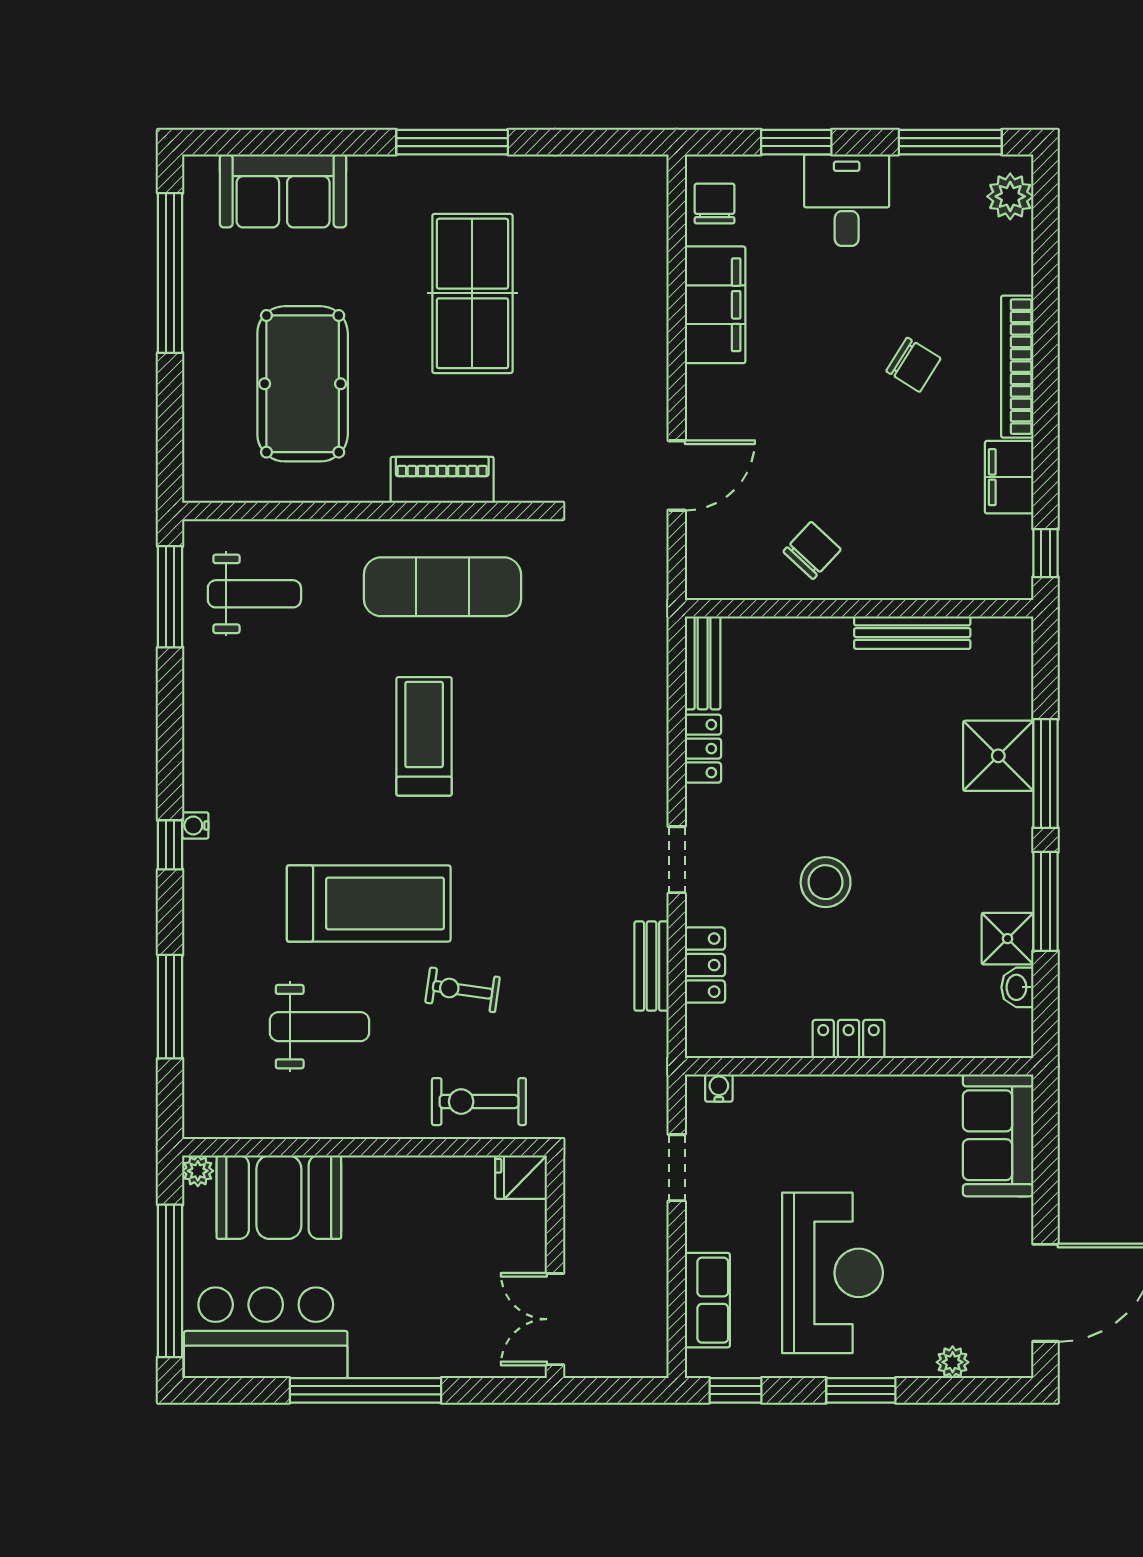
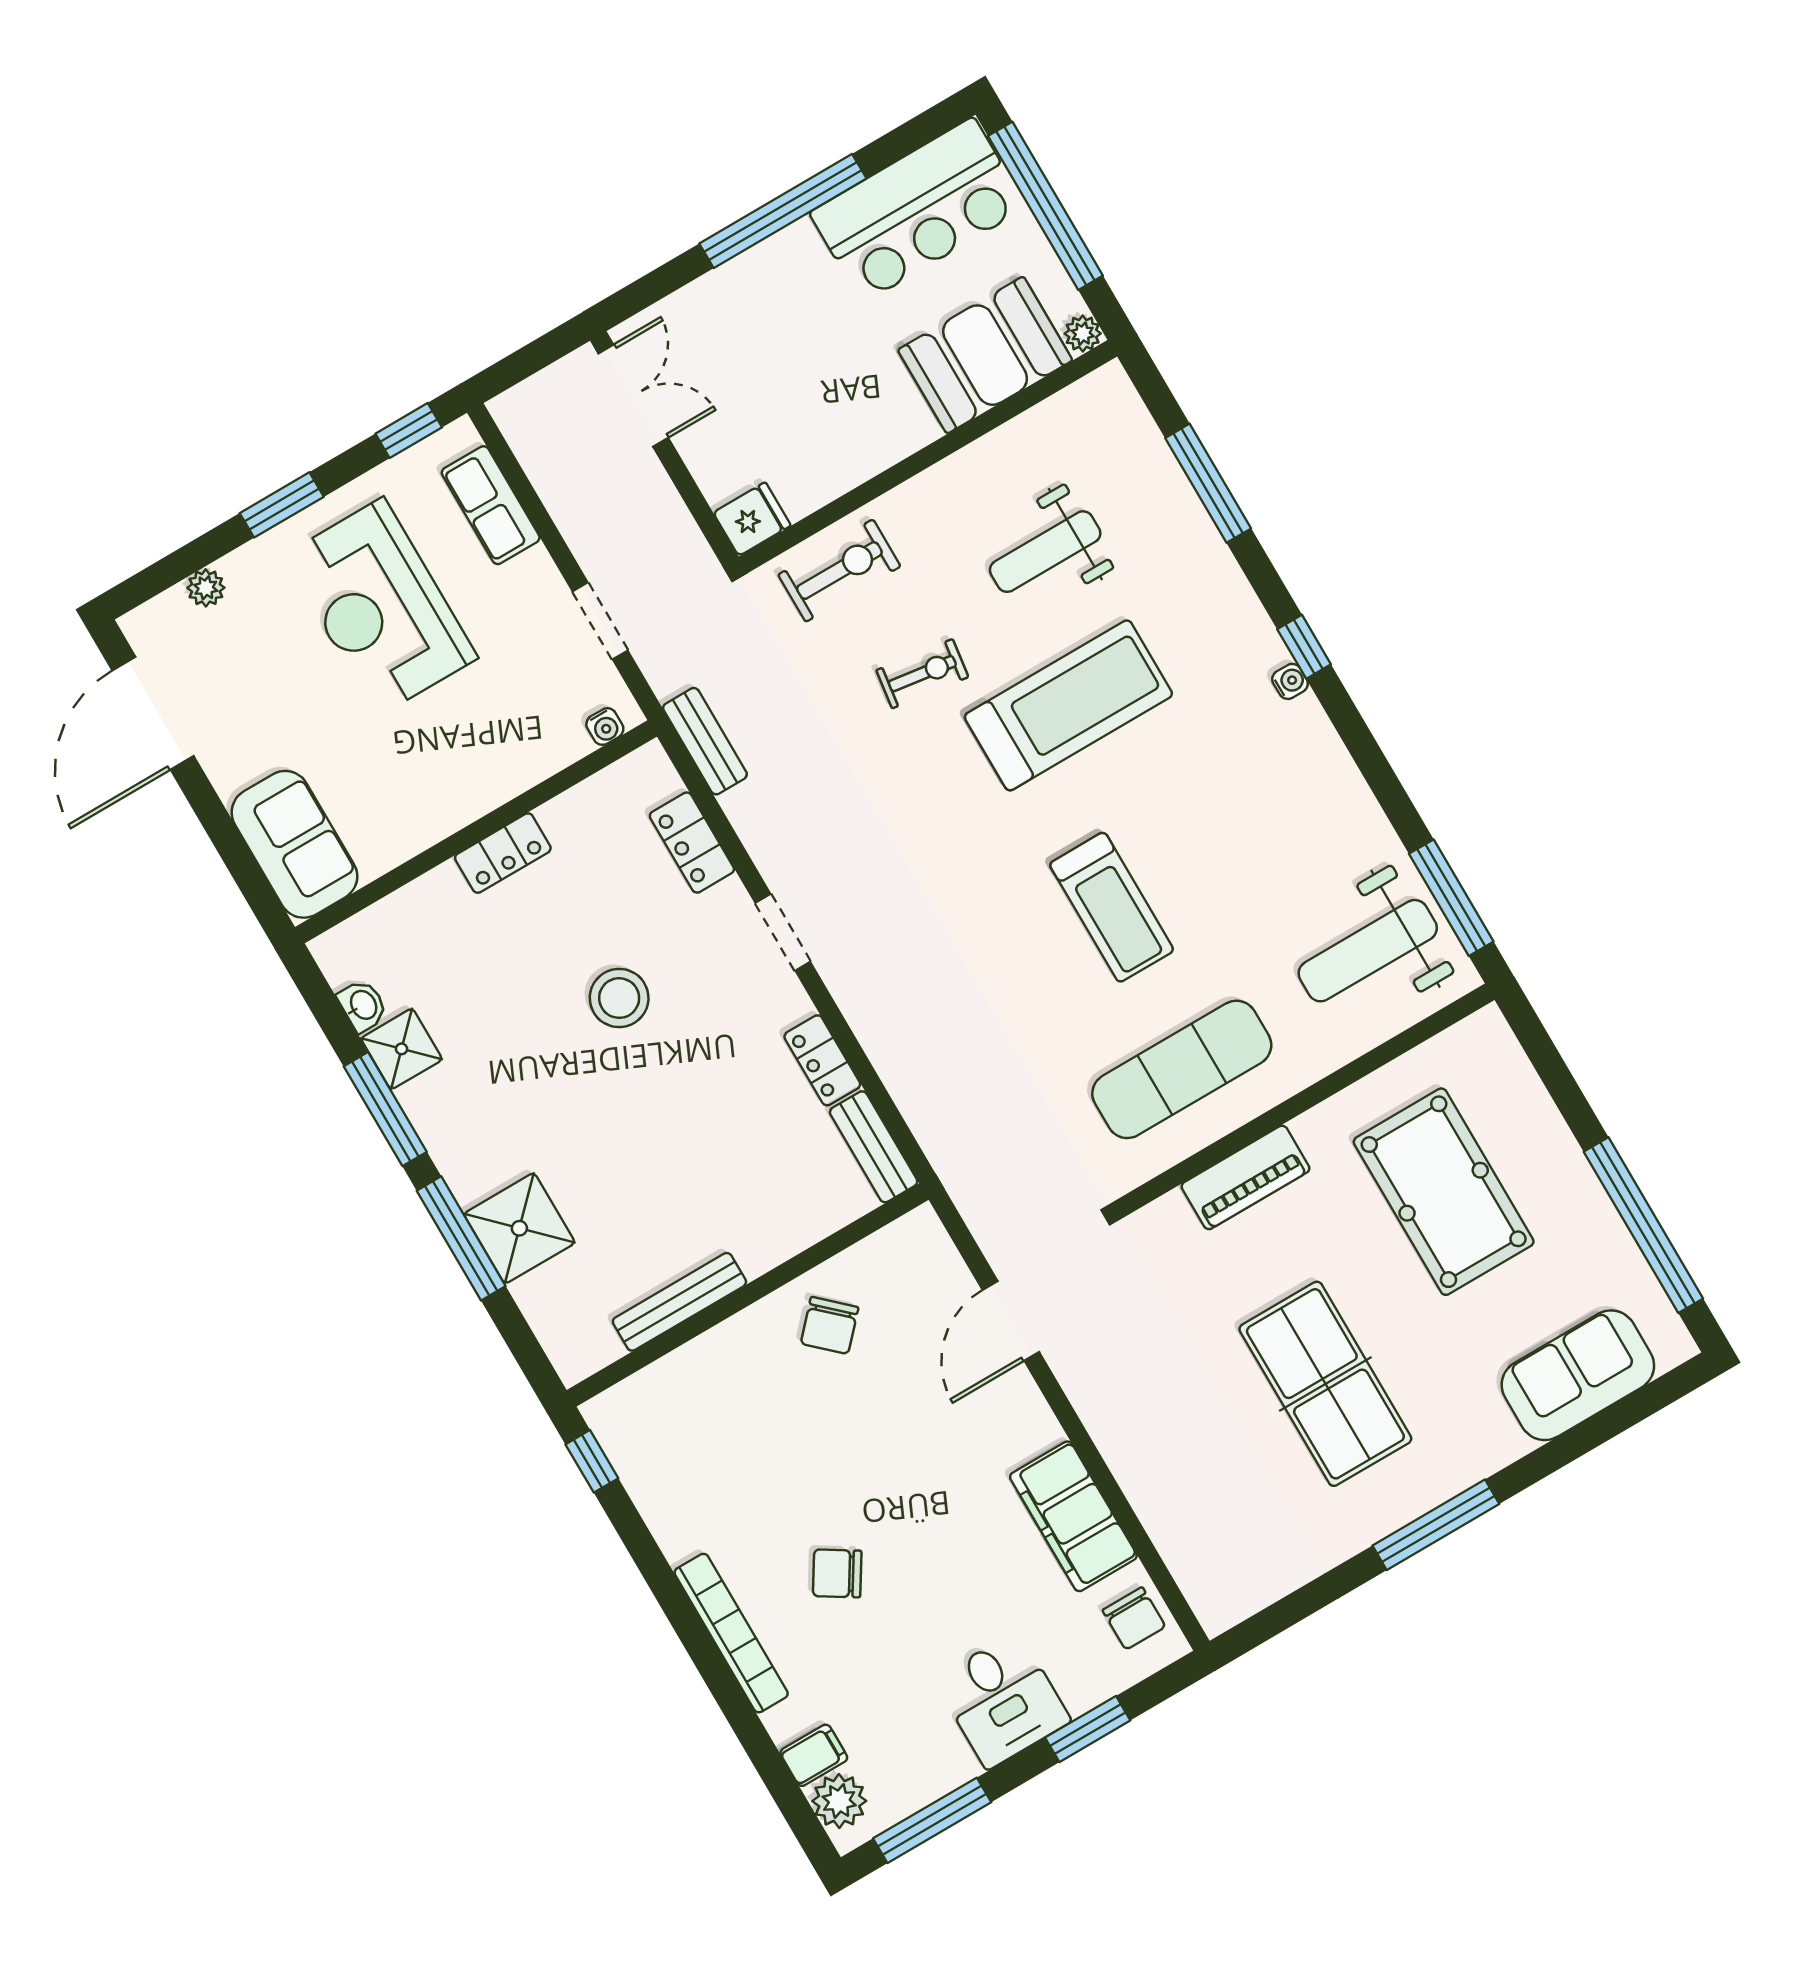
filing cabinet: (1009, 477) -> (814, 1755), moved, width x0.50
weight bench: (254, 594) -> (1368, 951), width x1.36, depth x1.33
treadmill: (369, 903) -> (1068, 705), turned 180
bench: (652, 966) -> (705, 741), moved

